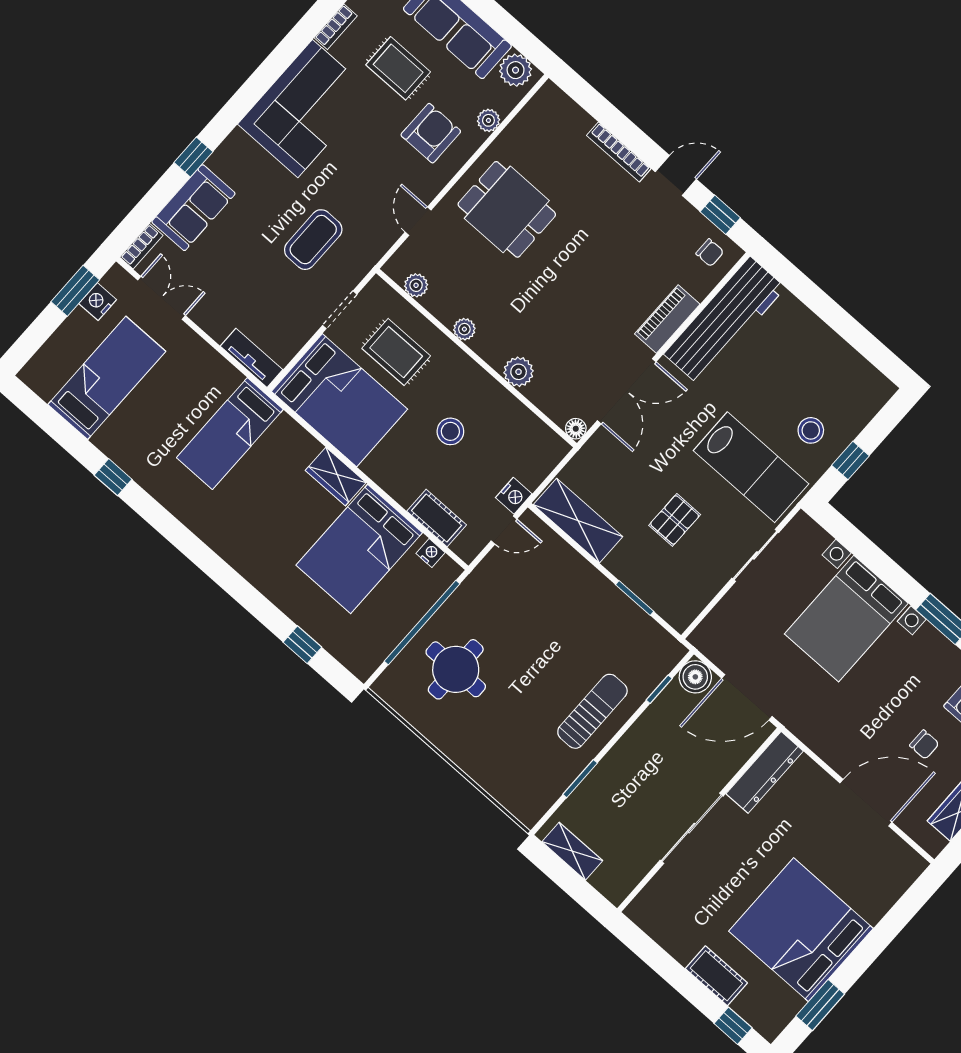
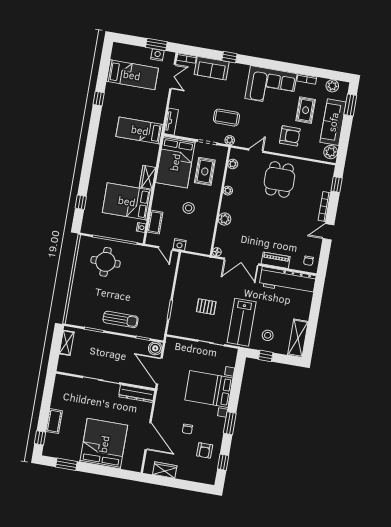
plant: (488, 120) -> (230, 140), moved
door: (676, 175) -> (328, 232), swing flipped
window: (720, 215) -> (337, 185), moved
shelving: (578, 521) -> (298, 338), moved
chair: (924, 745) -> (187, 429), moved
bed: (801, 930) -> (104, 444), moved

